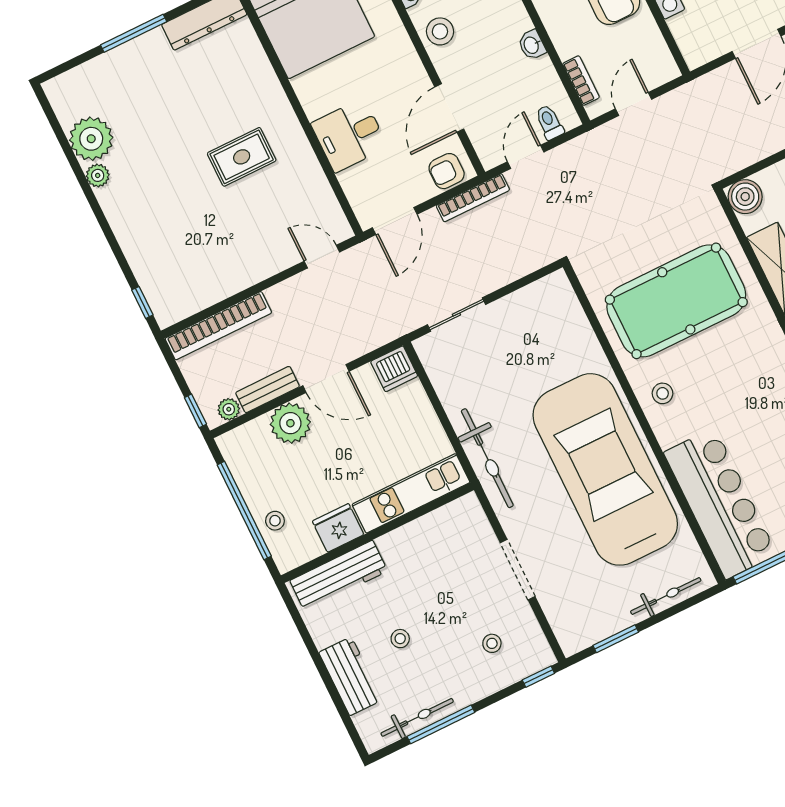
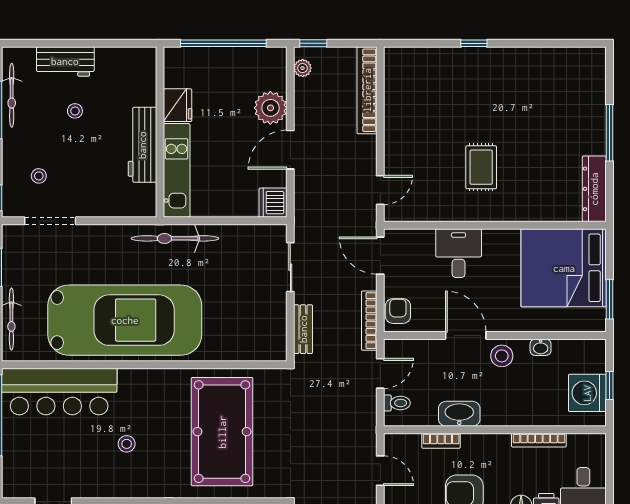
washbasin: (532, 45) -> (459, 414), width x1.91, depth x1.45
bookcase: (581, 81) -> (441, 441), moved
door: (449, 108) -> (466, 335), moved
plant: (91, 139) -> (548, 64), removed
door: (526, 157) -> (380, 373), hinge flipped
plant: (98, 175) -> (519, 56), removed
window: (142, 302) -> (474, 43), moved
bench: (268, 390) -> (303, 329), moved
stool: (663, 393) -> (127, 444), moved
stool: (275, 521) -> (205, 62), removed
doorway: (518, 570) -> (50, 221), moved
workbench: (339, 576) -> (142, 145), moved

